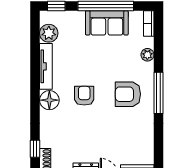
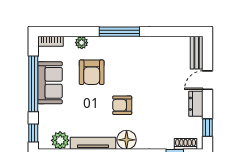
armchair: (128, 94) -> (92, 72), moved

